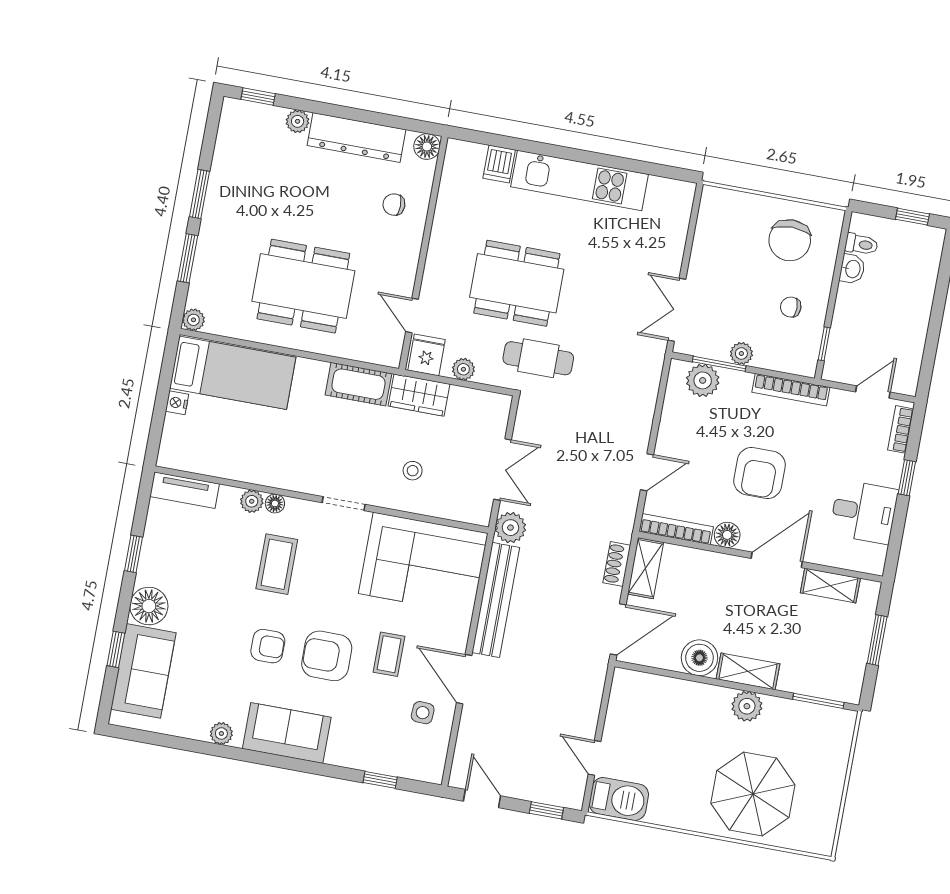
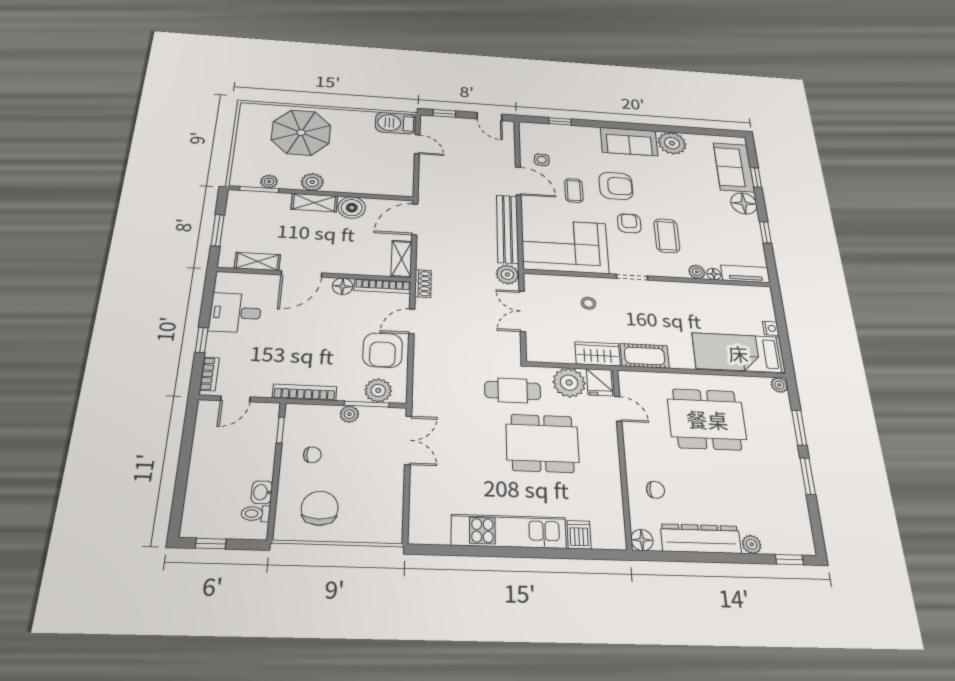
plant: (463, 369) -> (569, 383), width x1.87, depth x1.87
armchair: (760, 473) -> (383, 350), moved, turned 180
floor lamp: (275, 504) -> (714, 274), moved
shoe rack: (617, 564) -> (423, 284), moved
armchair: (268, 646) -> (629, 223), moved, turned 90
plant: (804, 713) -> (269, 182), added
plant: (221, 733) -> (672, 143), width x1.87, depth x1.87

